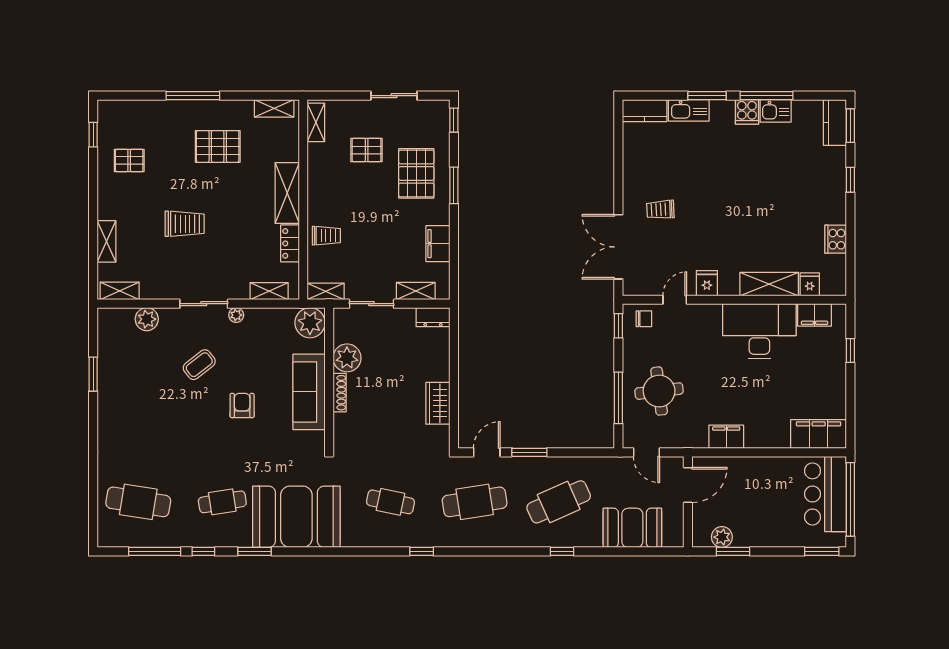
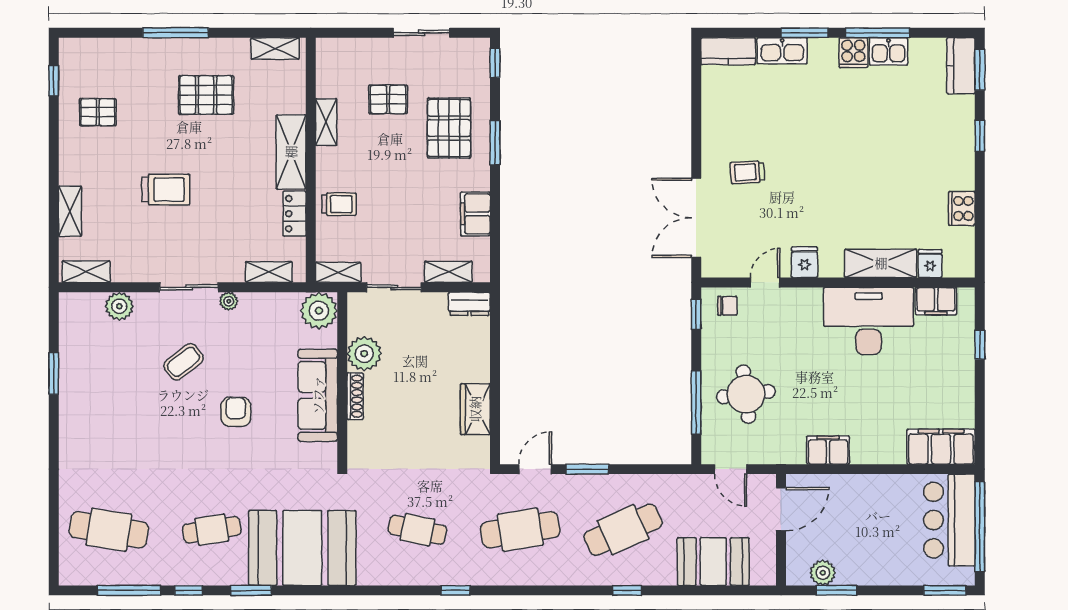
shelving: (316, 122) -> (326, 122), moved

